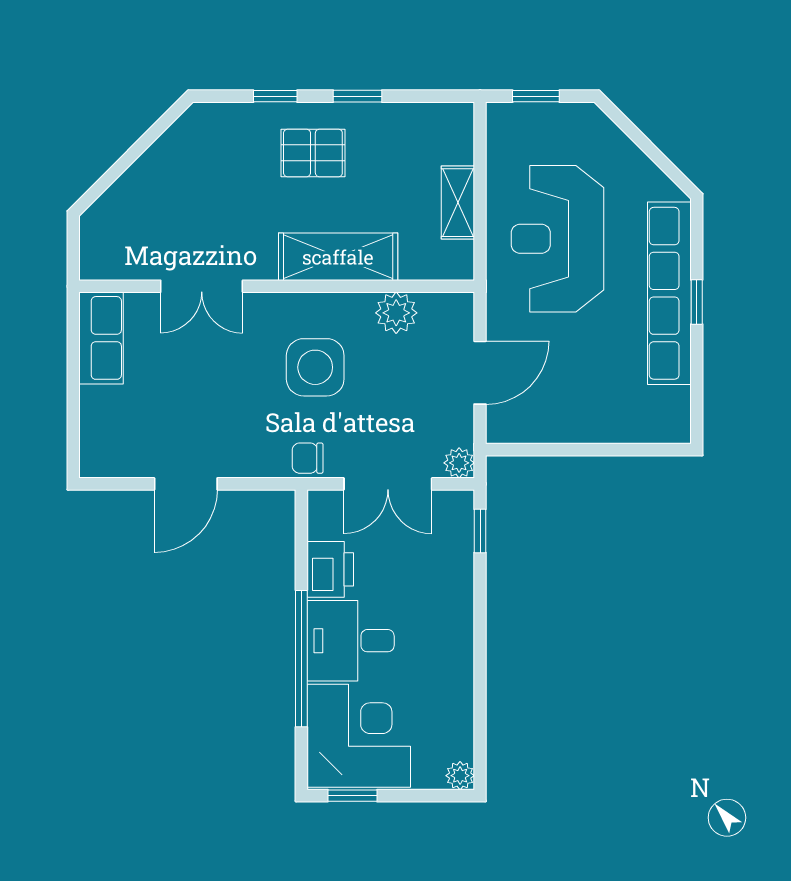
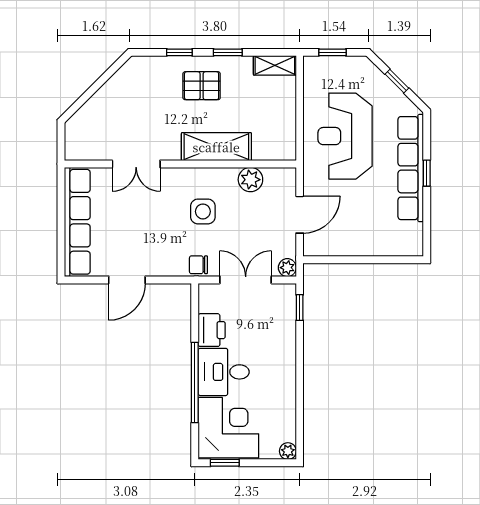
window: (646, 145) -> (397, 81), added
shelving: (458, 203) -> (275, 65), moved, turned 90
row of seats: (101, 338) -> (77, 222), width x2.02
side table: (315, 367) -> (203, 211), width x0.73, depth x0.73
double door: (388, 484) -> (246, 280), swing flipped

